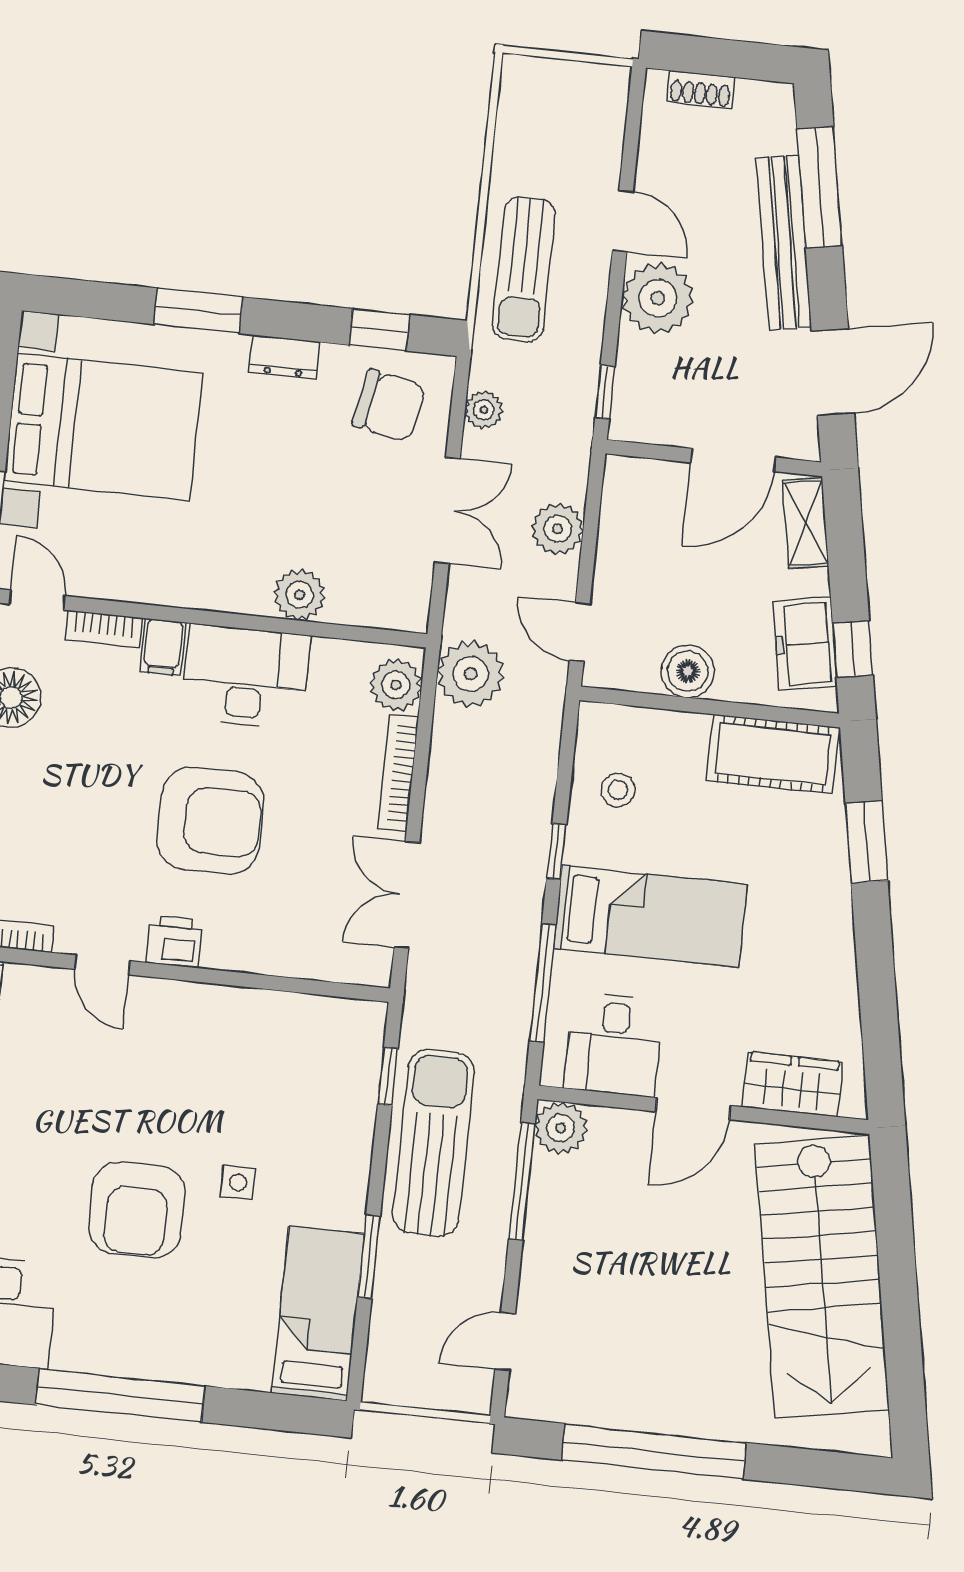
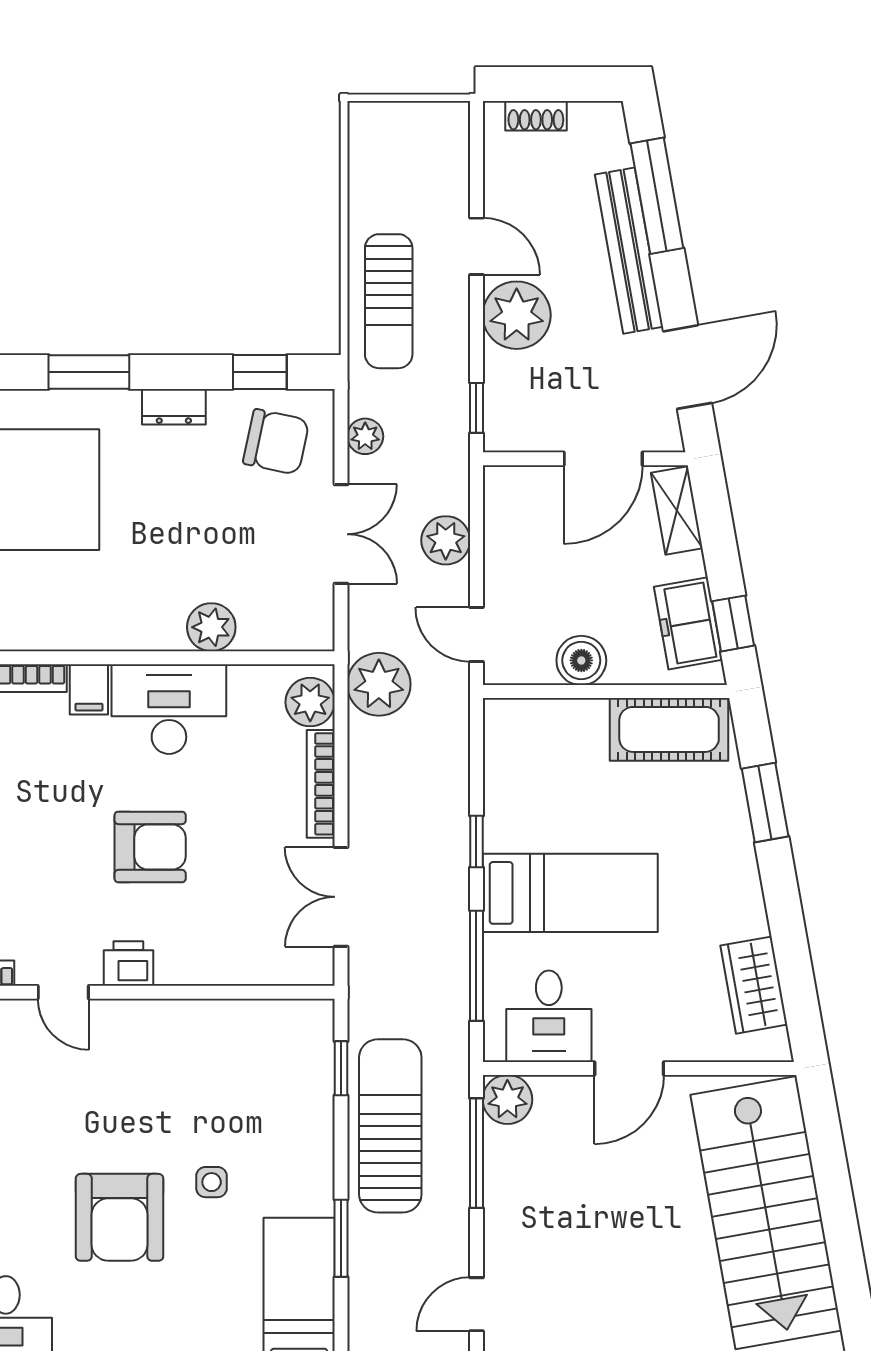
stool: (618, 790) -> (528, 778), removed
armchair: (210, 821) -> (150, 847), width x0.73, depth x0.73
wardrobe: (792, 1084) -> (754, 985), moved, turned -100

